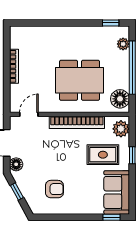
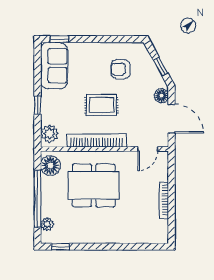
rug: (103, 155) -> (101, 105), moved

